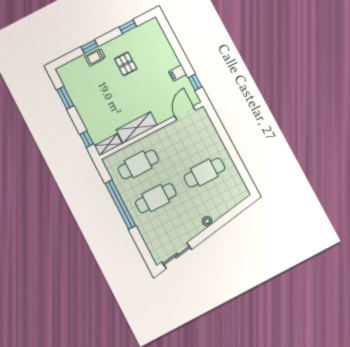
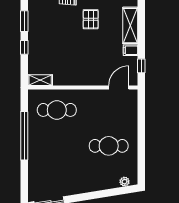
shelving: (137, 128) -> (130, 26), moved, turned 90
window: (87, 139) -> (24, 47), moved
cafe table: (156, 198) -> (57, 146), removed
plant: (207, 221) -> (125, 182), moved

